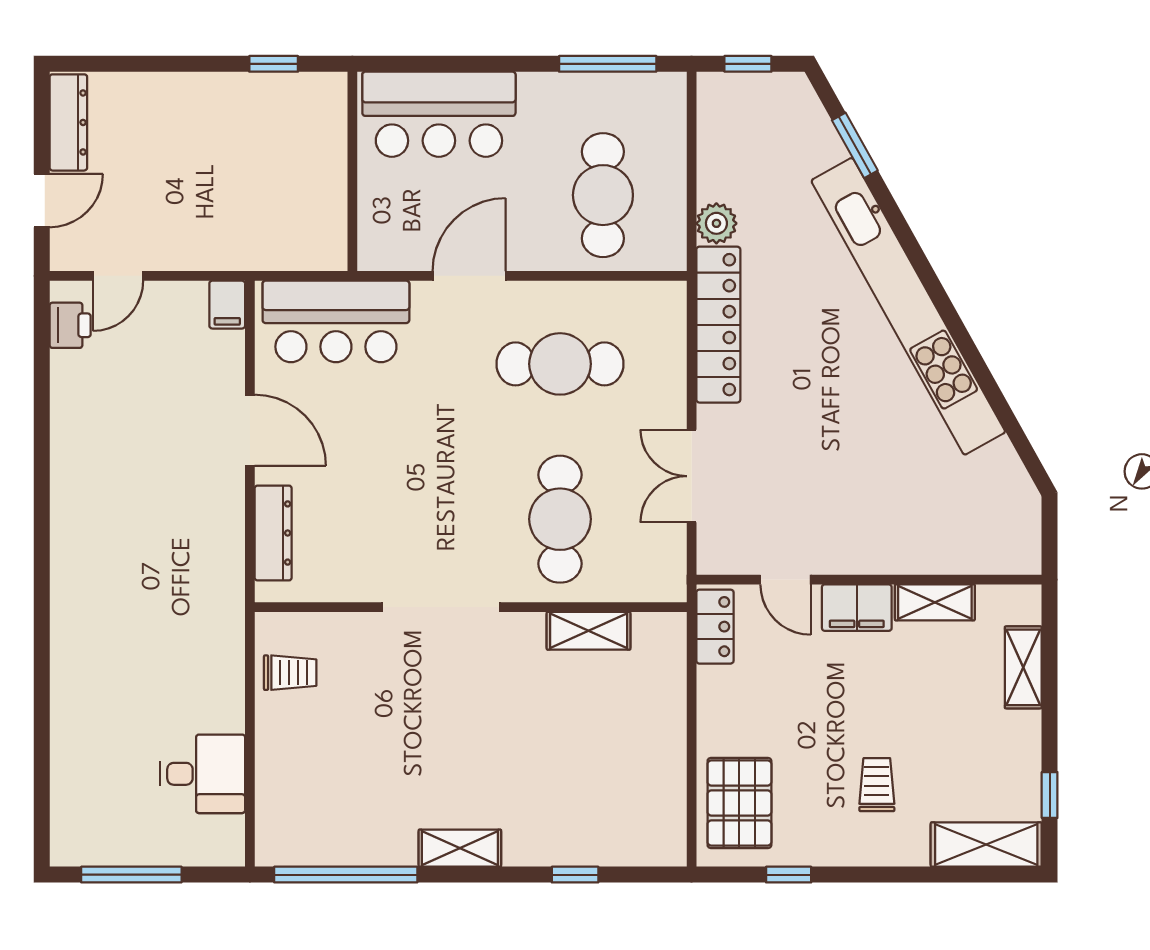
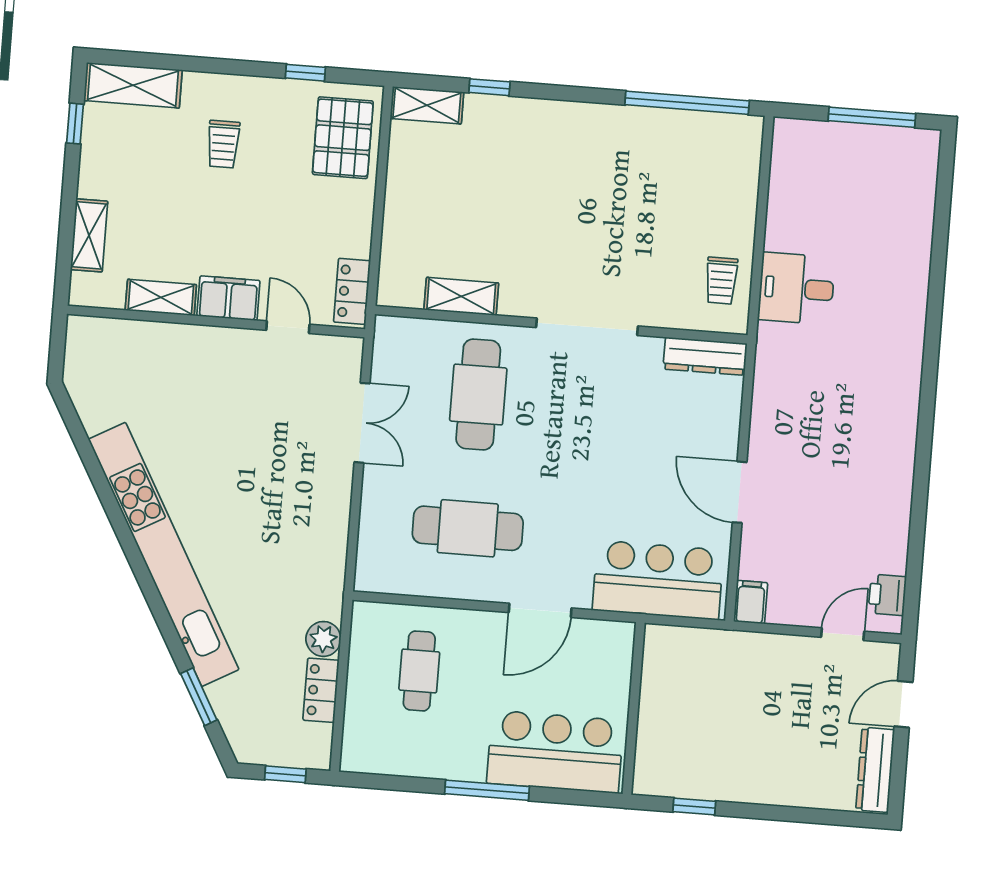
window: (608, 64) -> (487, 790), moved
cafe table: (603, 195) -> (419, 671), width x0.73, depth x0.74
locker: (718, 325) -> (321, 690), moved, width x0.46, depth x0.83
dresser: (273, 533) -> (705, 356), moved, turned -90
trolley: (290, 673) -> (721, 281), turned -90
desk: (203, 774) -> (796, 288), moved
shelving: (460, 848) -> (427, 105), moved

